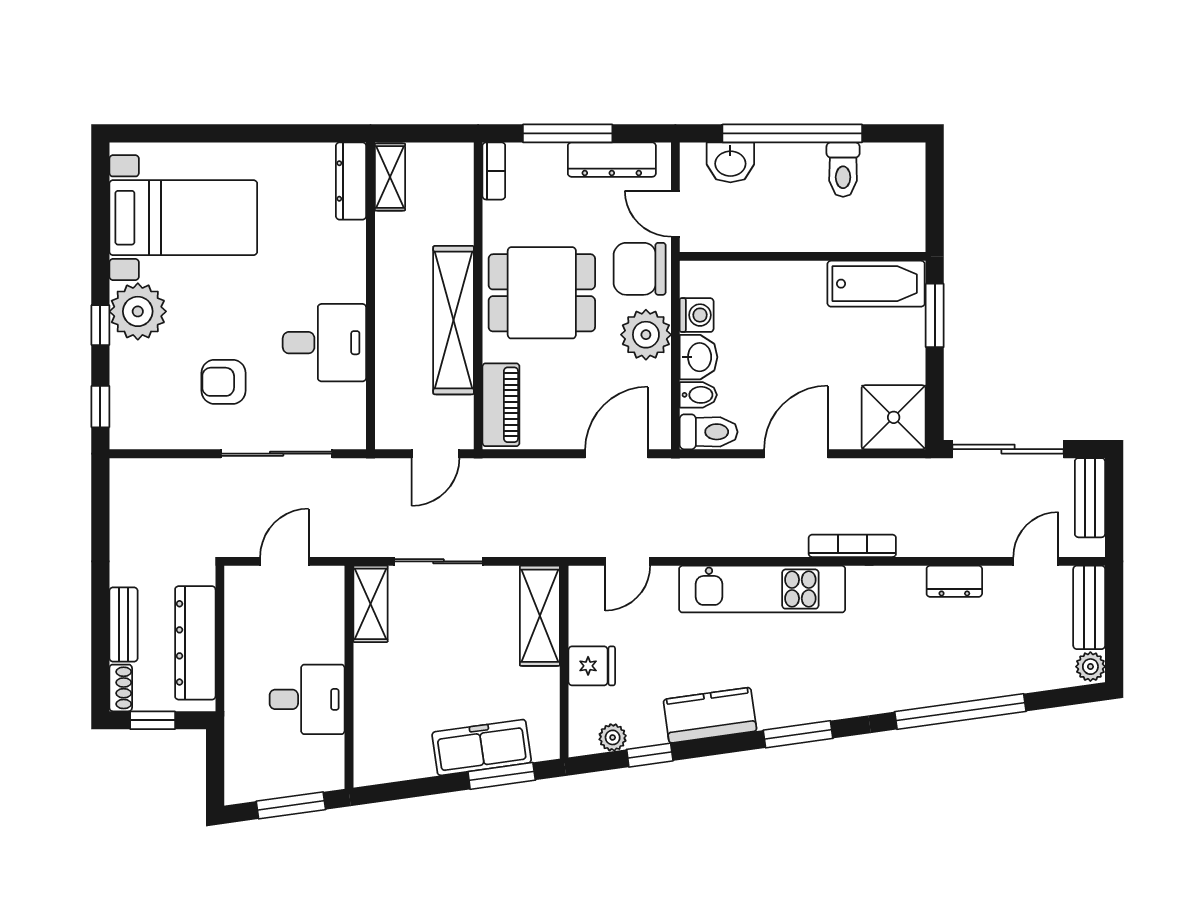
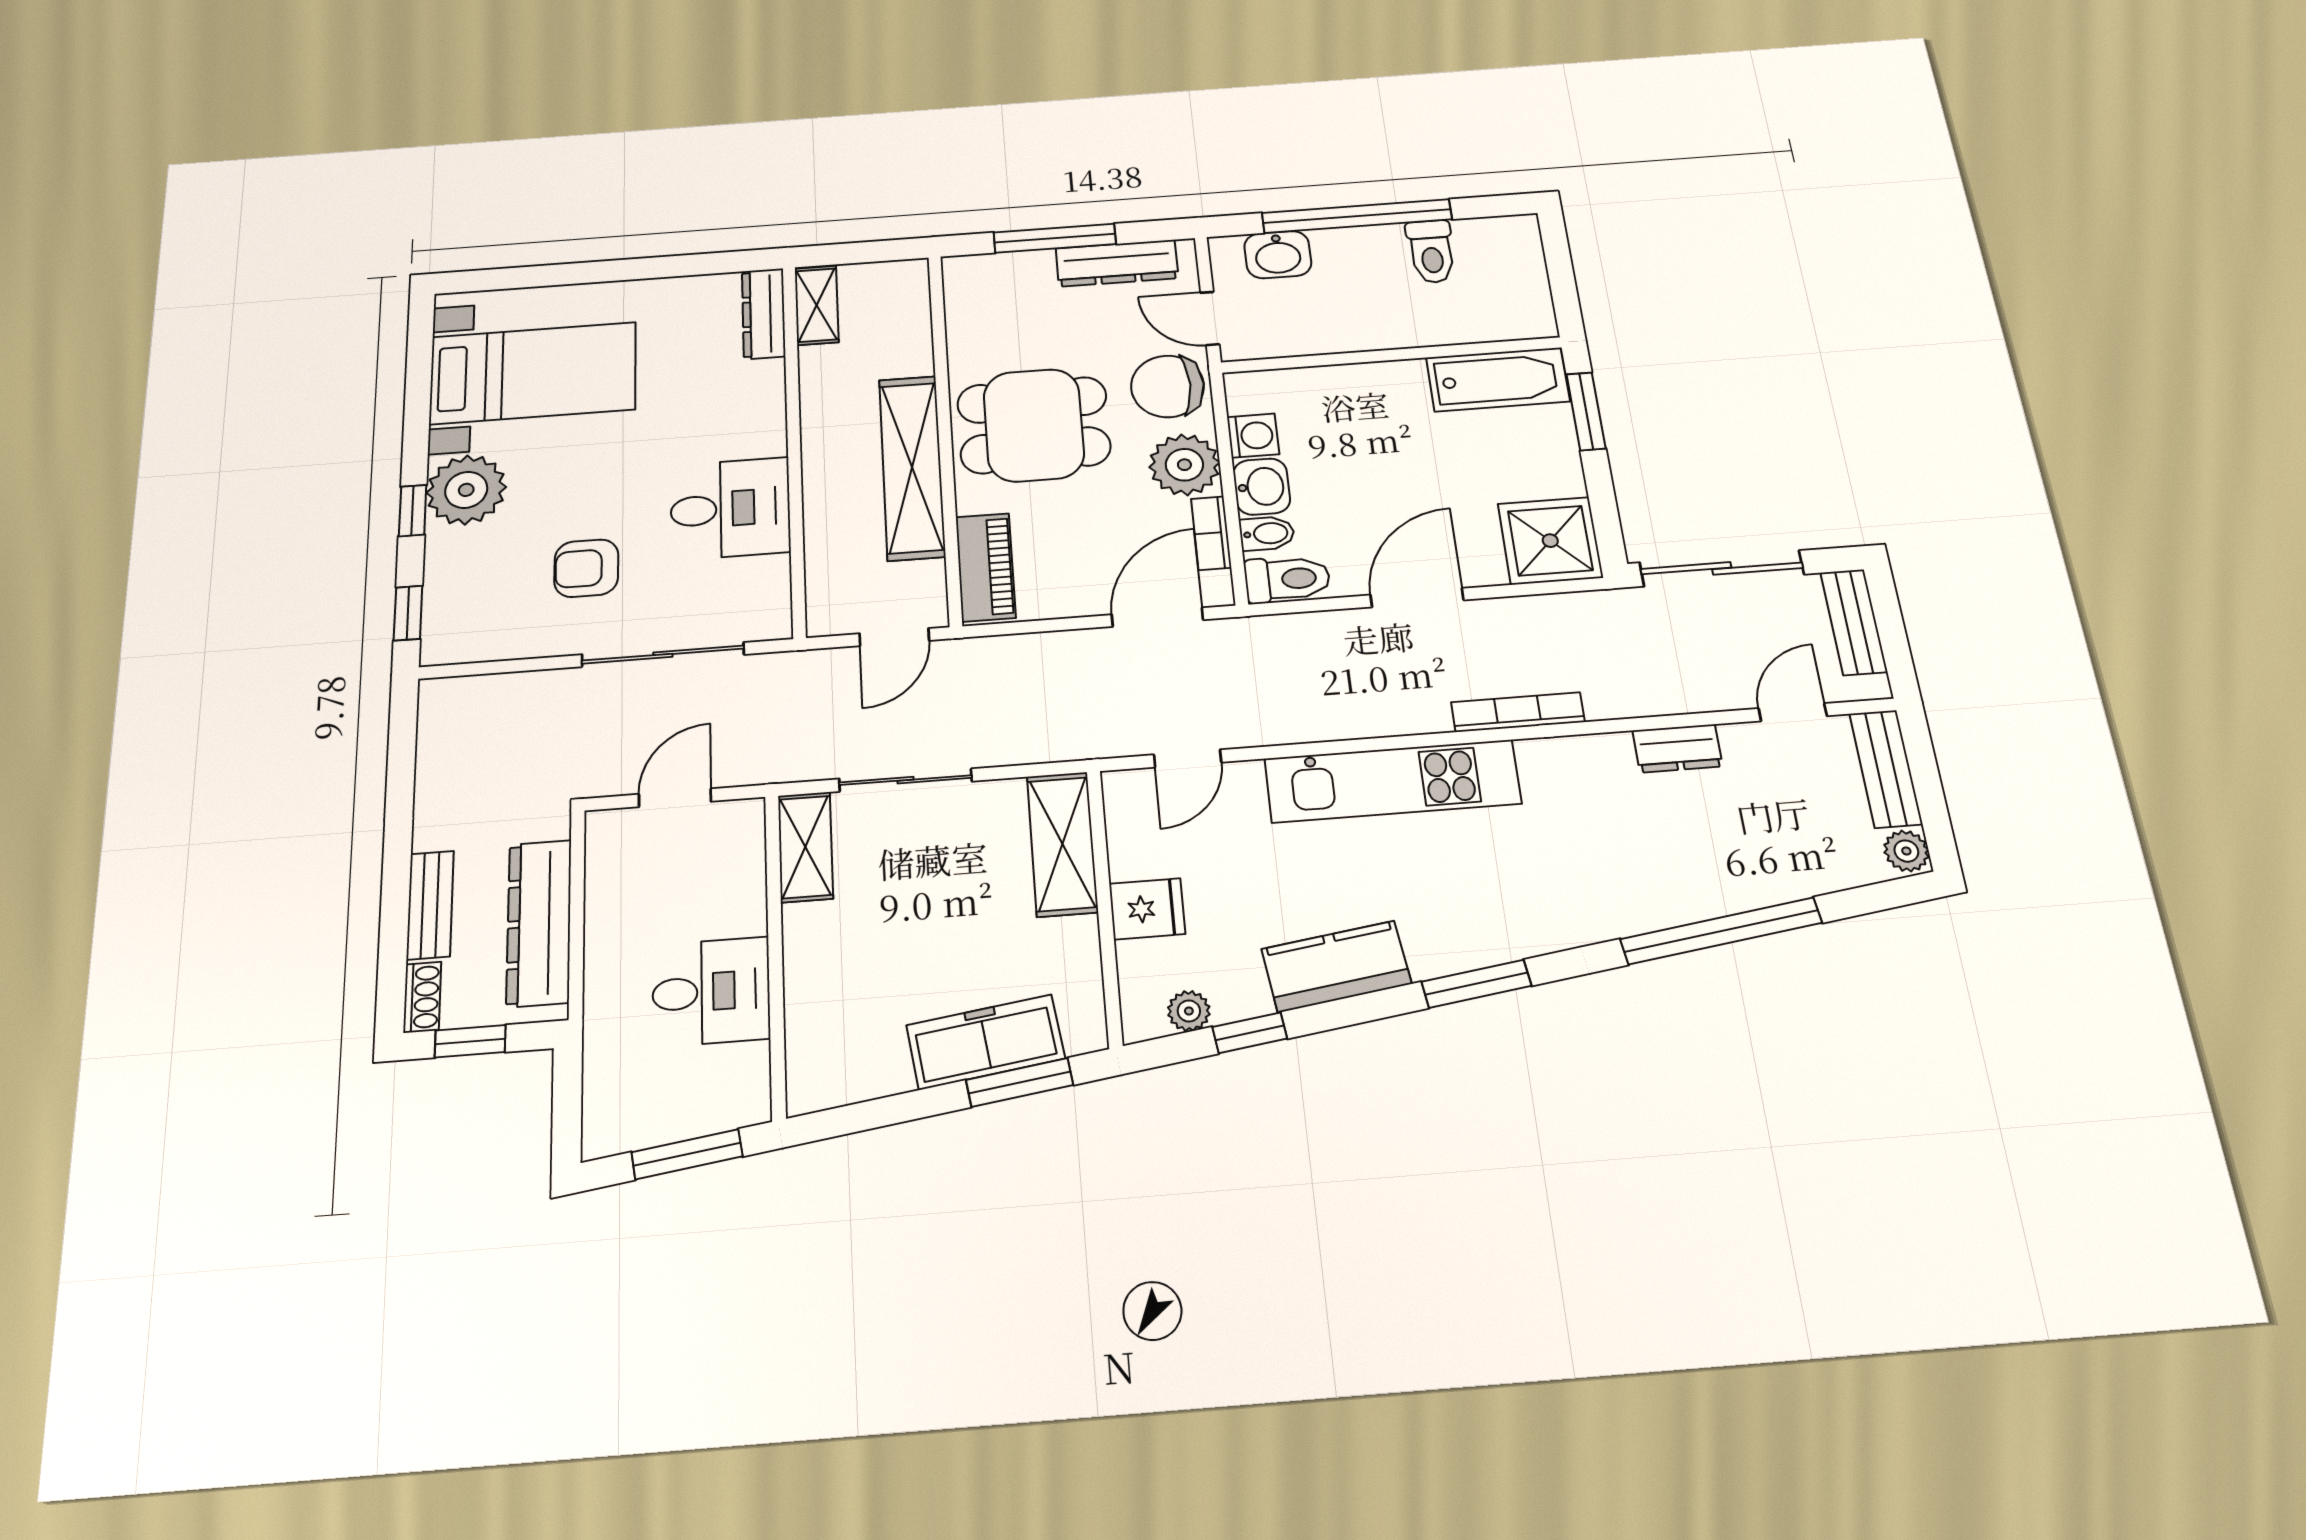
bookcase: (494, 171) -> (1211, 533), moved, turned 180

